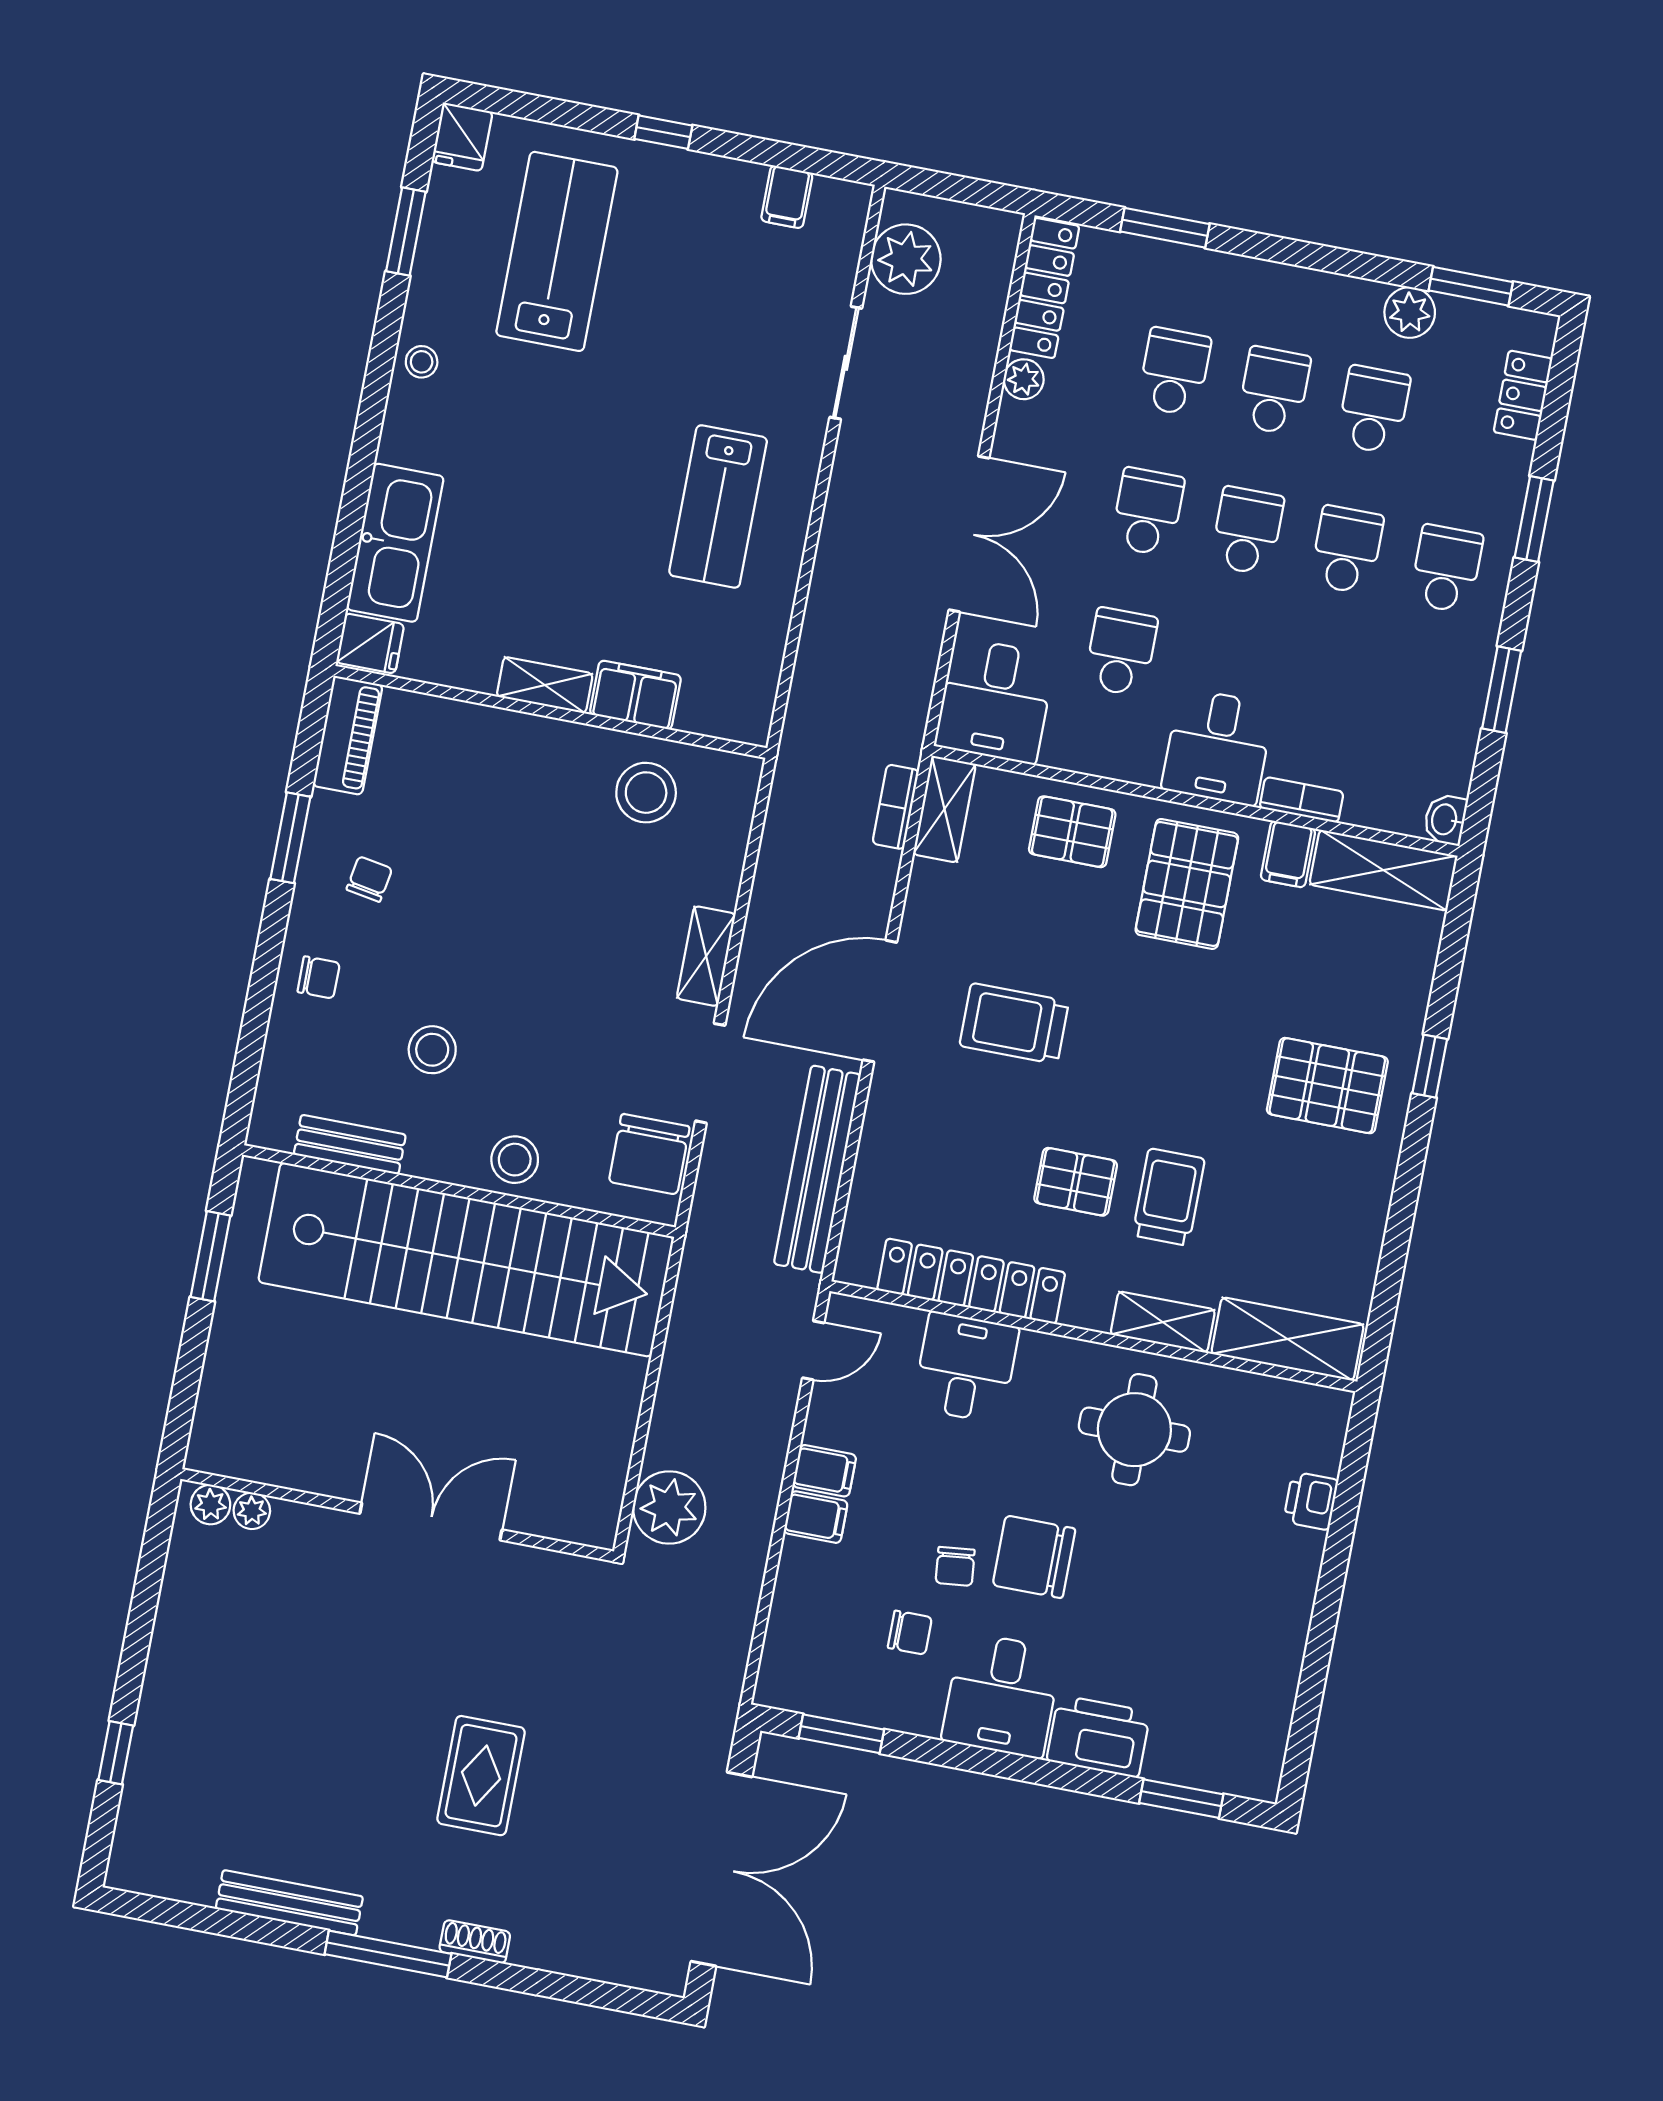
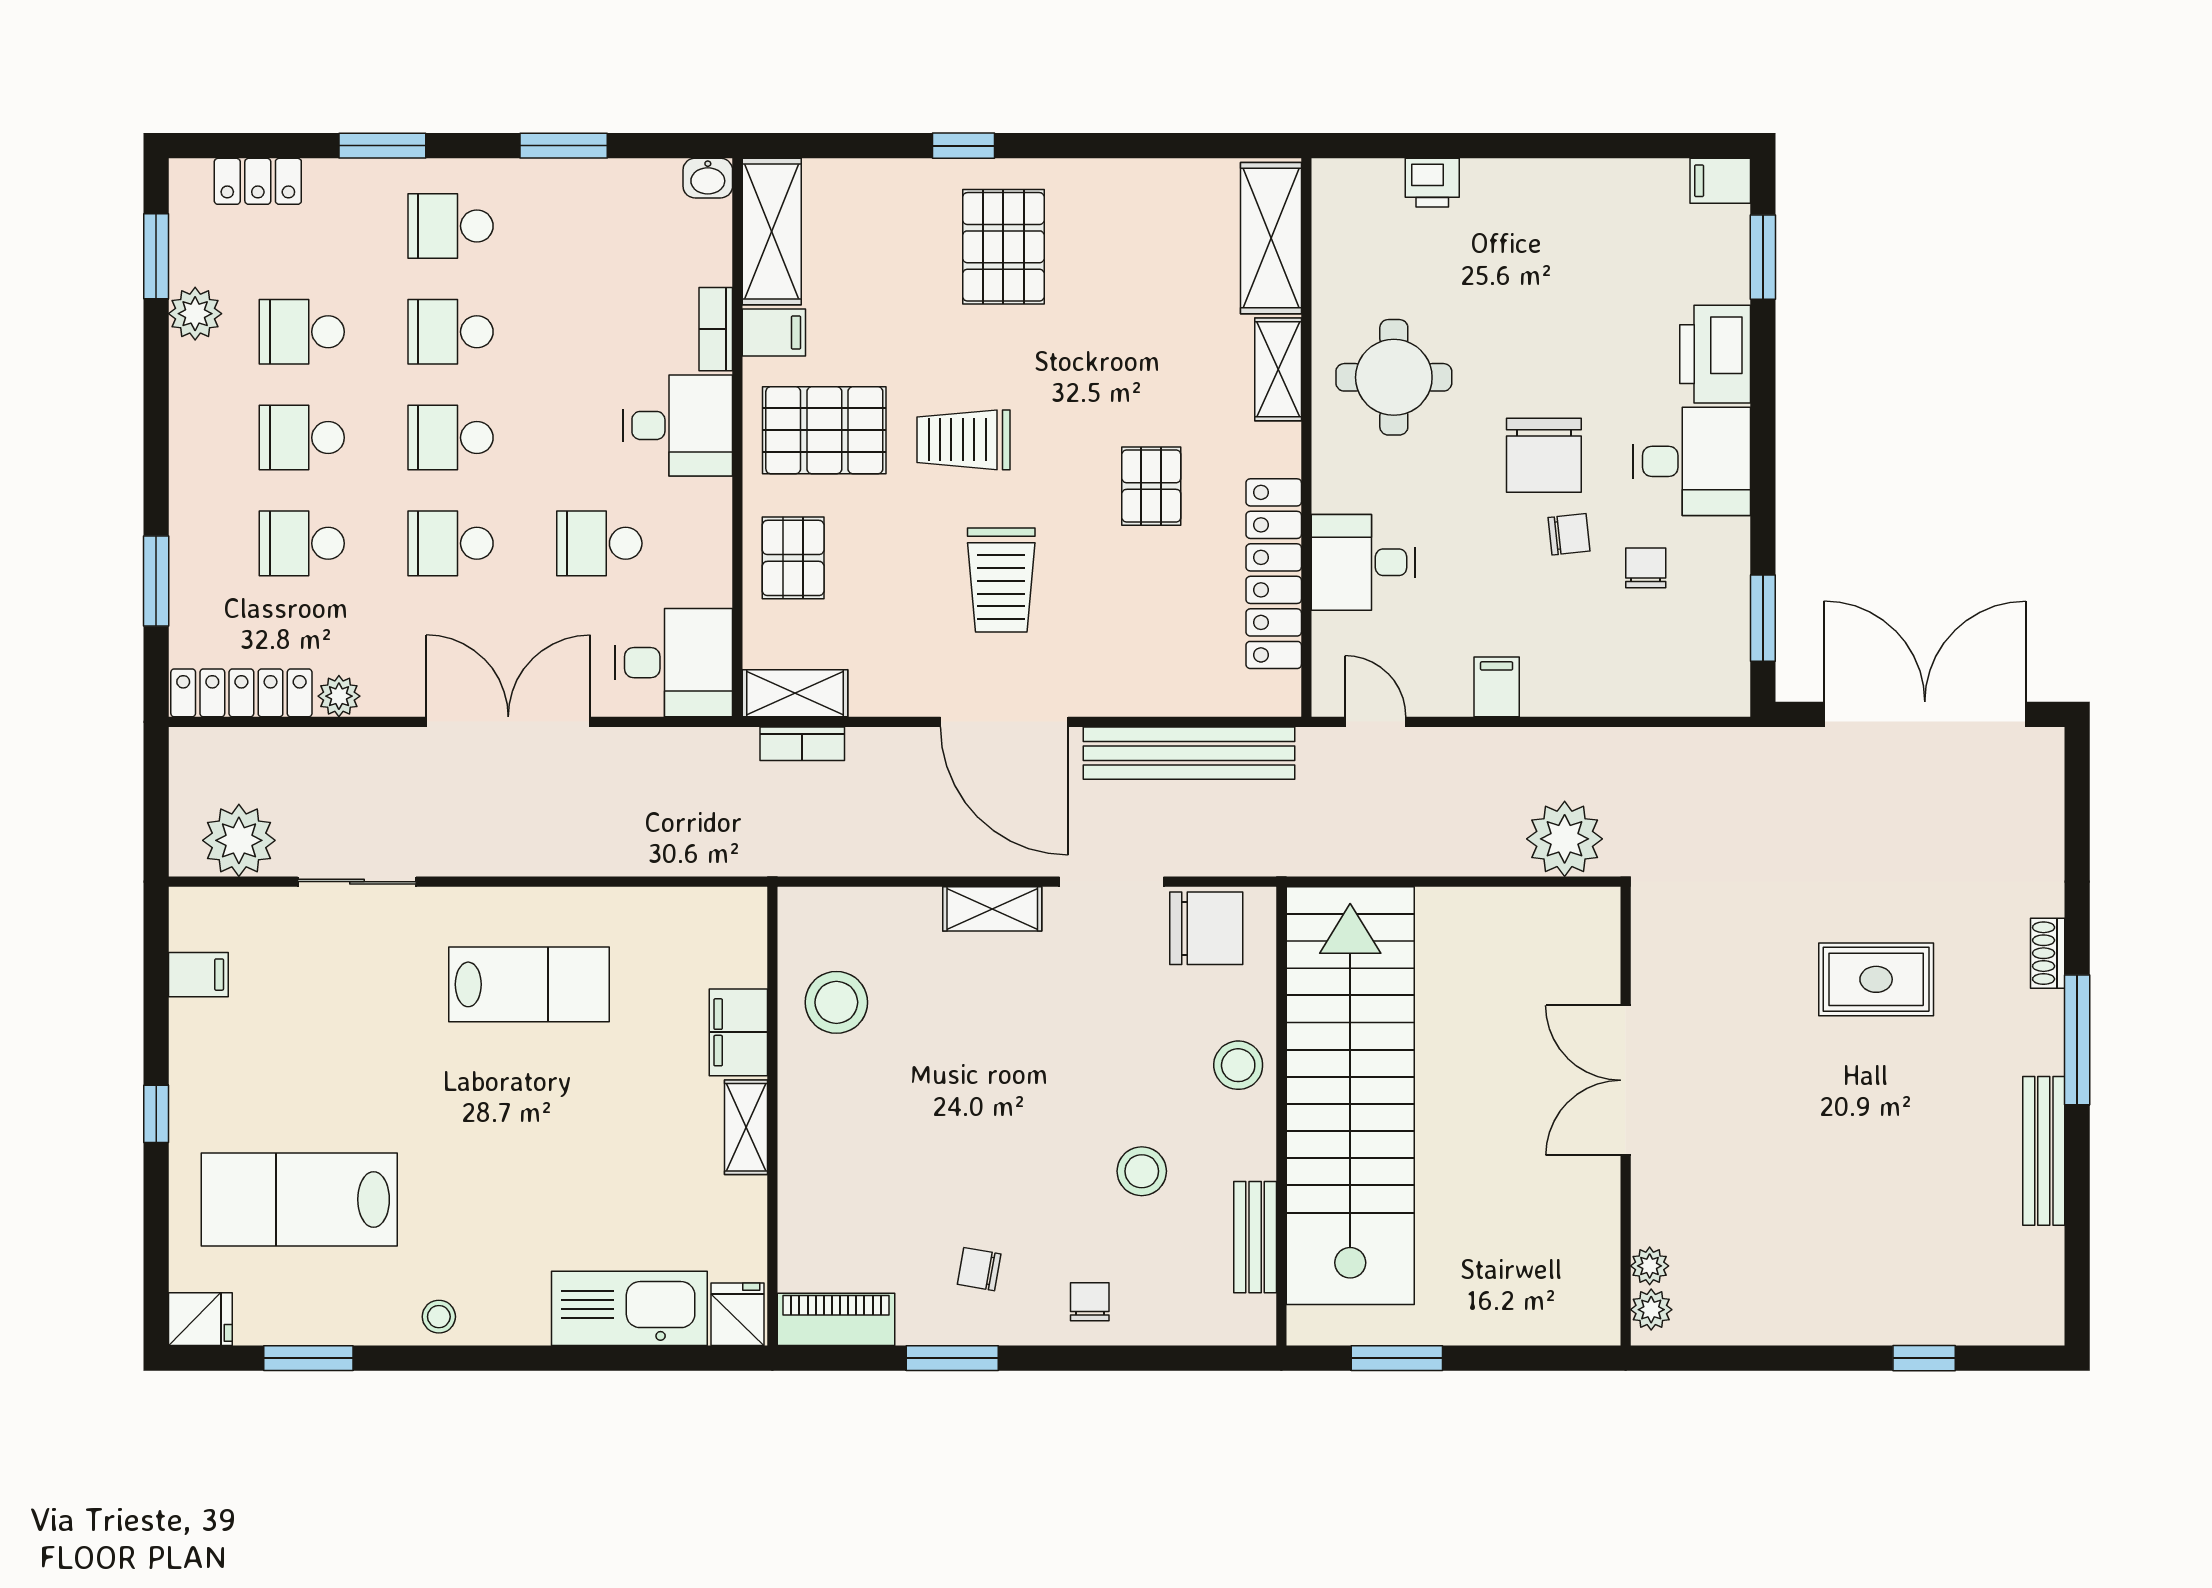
trolley: (1169, 1197) -> (964, 440), moved
filing cabinet: (816, 1517) -> (1720, 181), moved, turned -90

